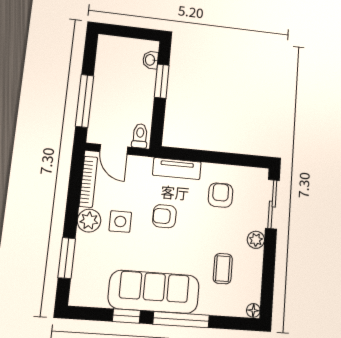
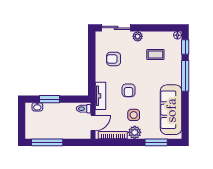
window: (85, 101) -> (47, 142), moved
tv unit: (177, 169) -> (100, 96), moved
sofa: (154, 292) -> (171, 110), moved
window: (126, 316) -> (185, 47), moved

